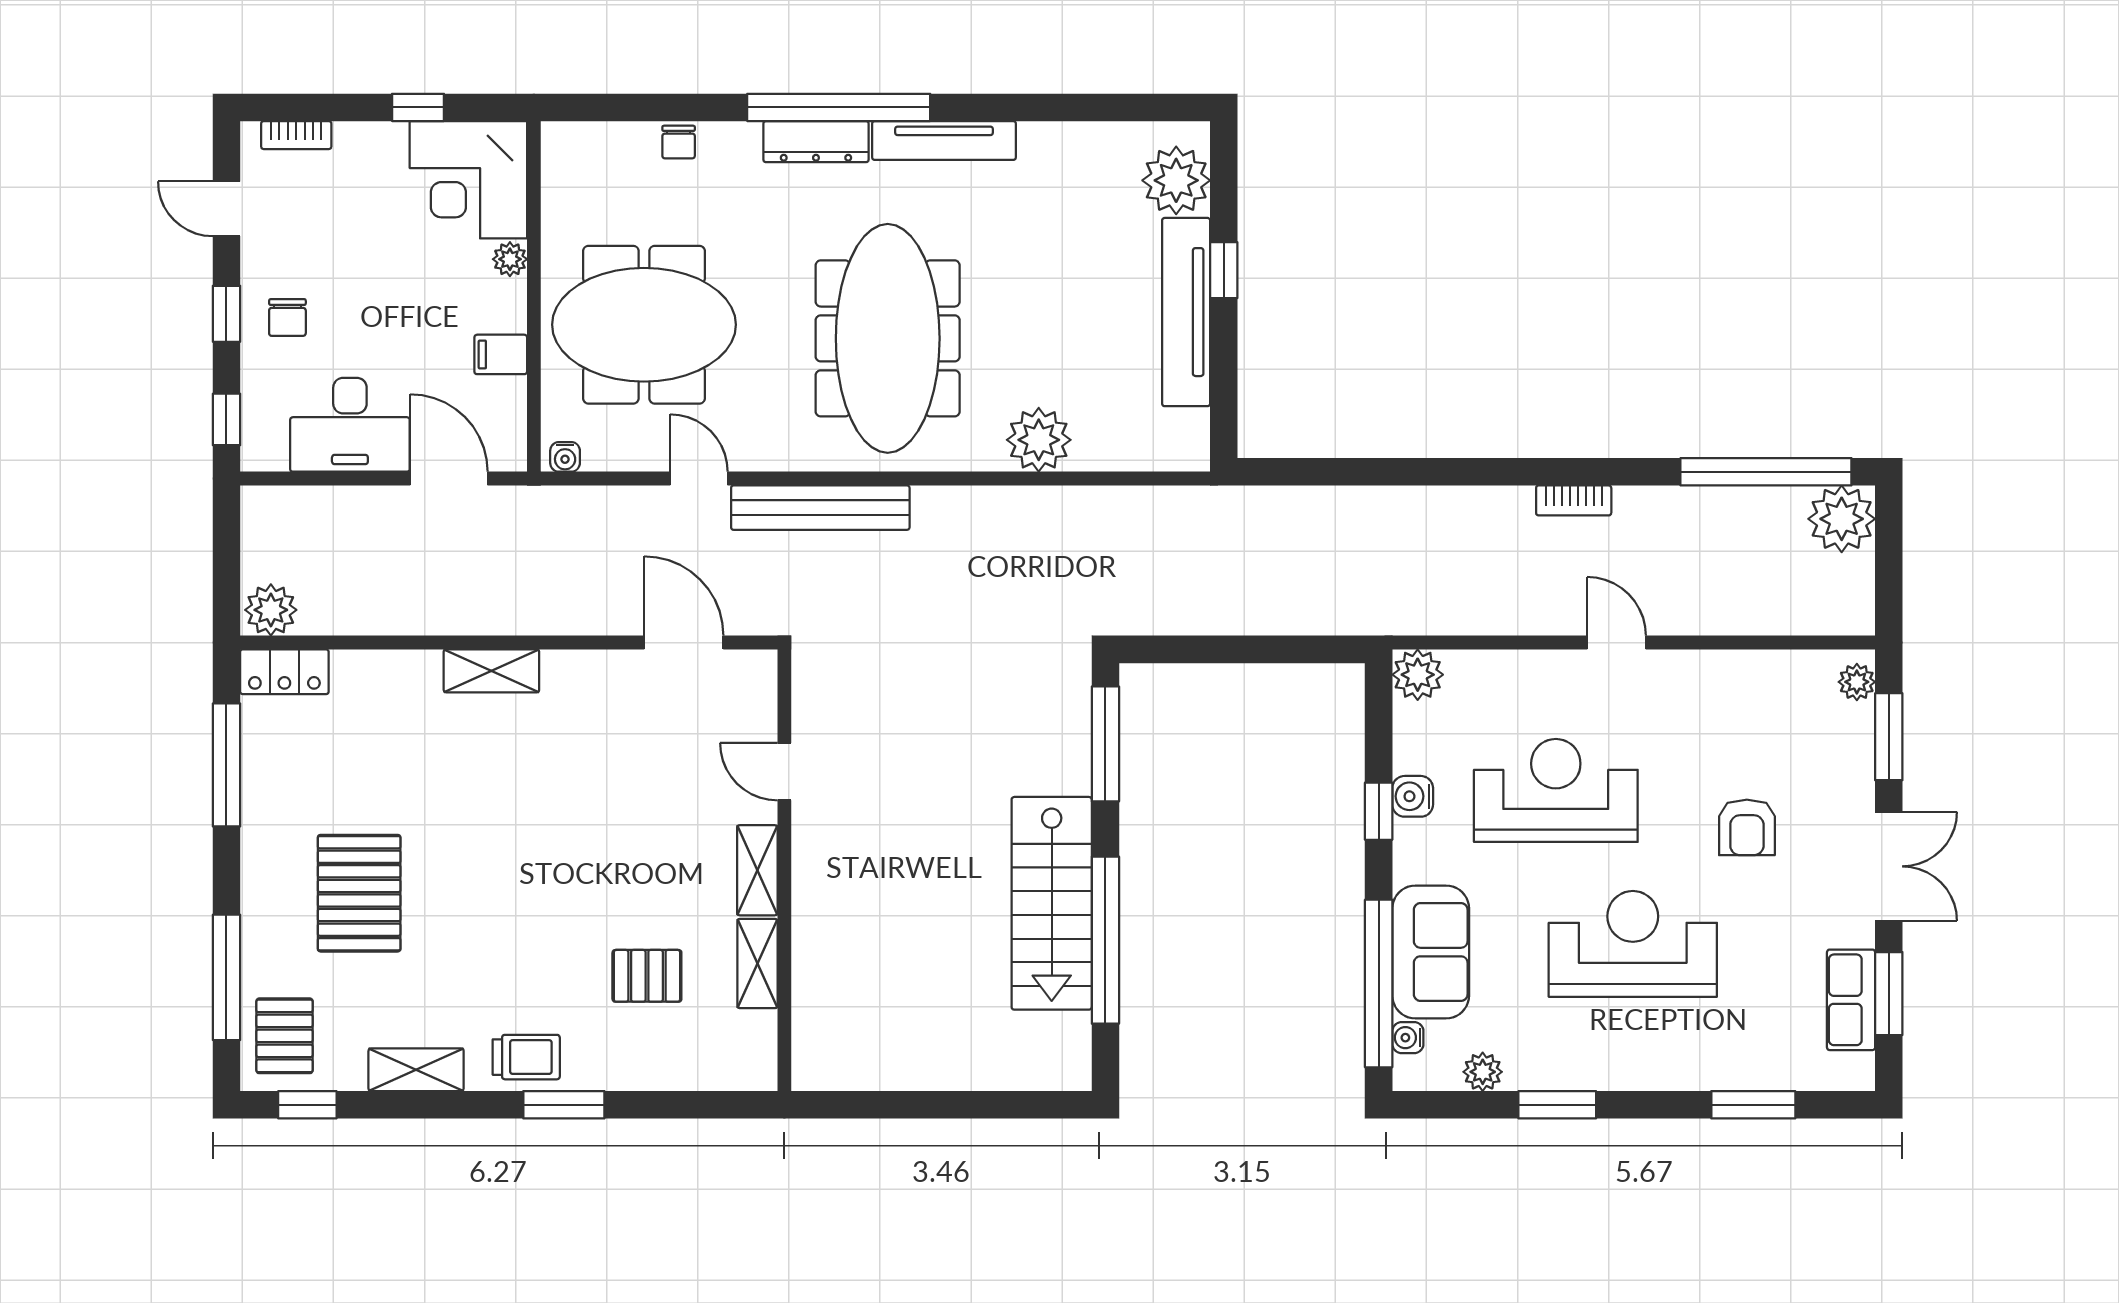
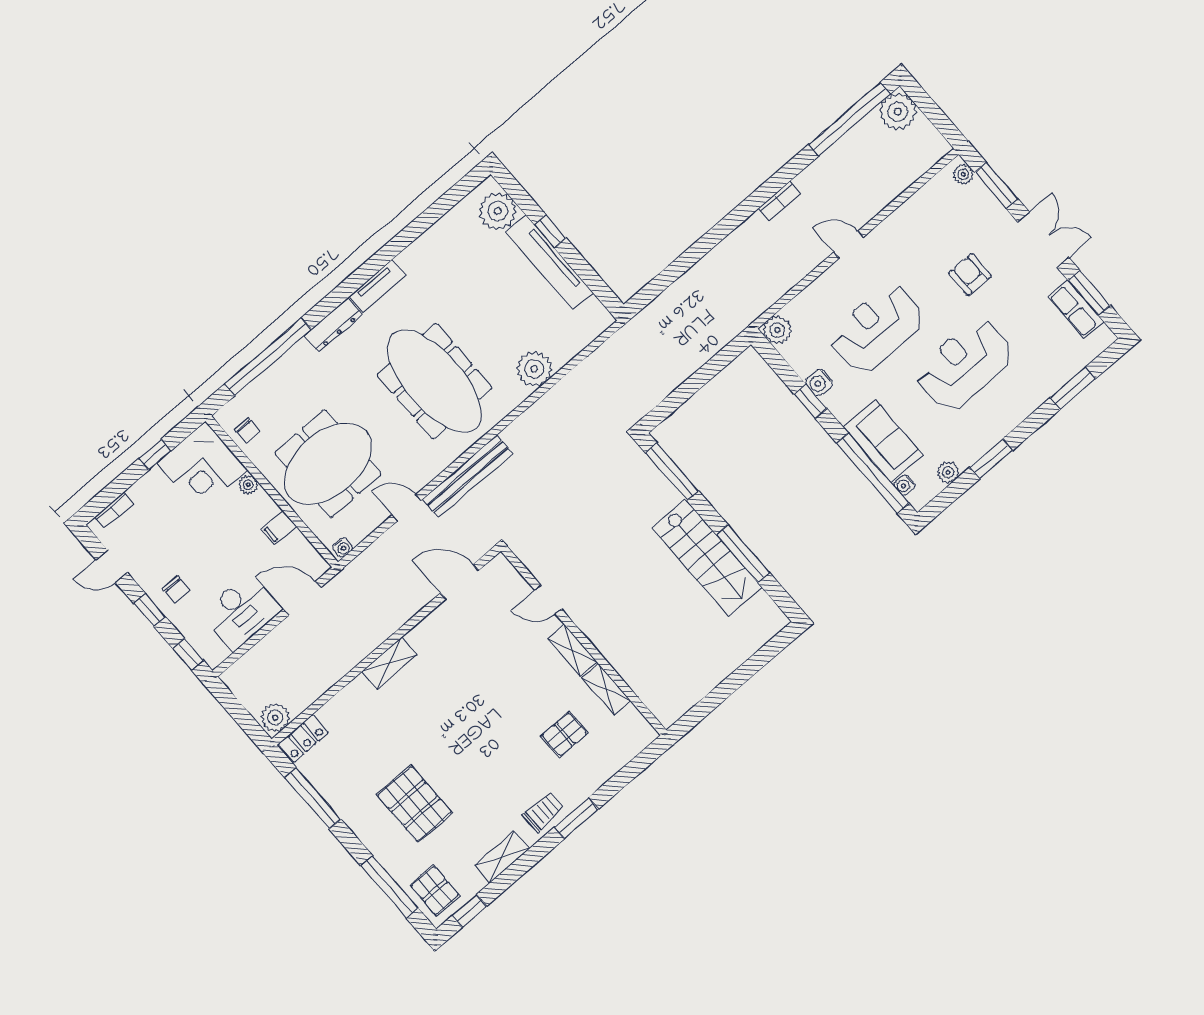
window: (839, 107) -> (268, 357), moved
tv unit: (944, 141) -> (378, 286), width x0.71
chair: (679, 142) -> (247, 430), moved
armchair: (1747, 827) -> (970, 275), turned 180
window: (1105, 940) -> (743, 554), width x0.68

